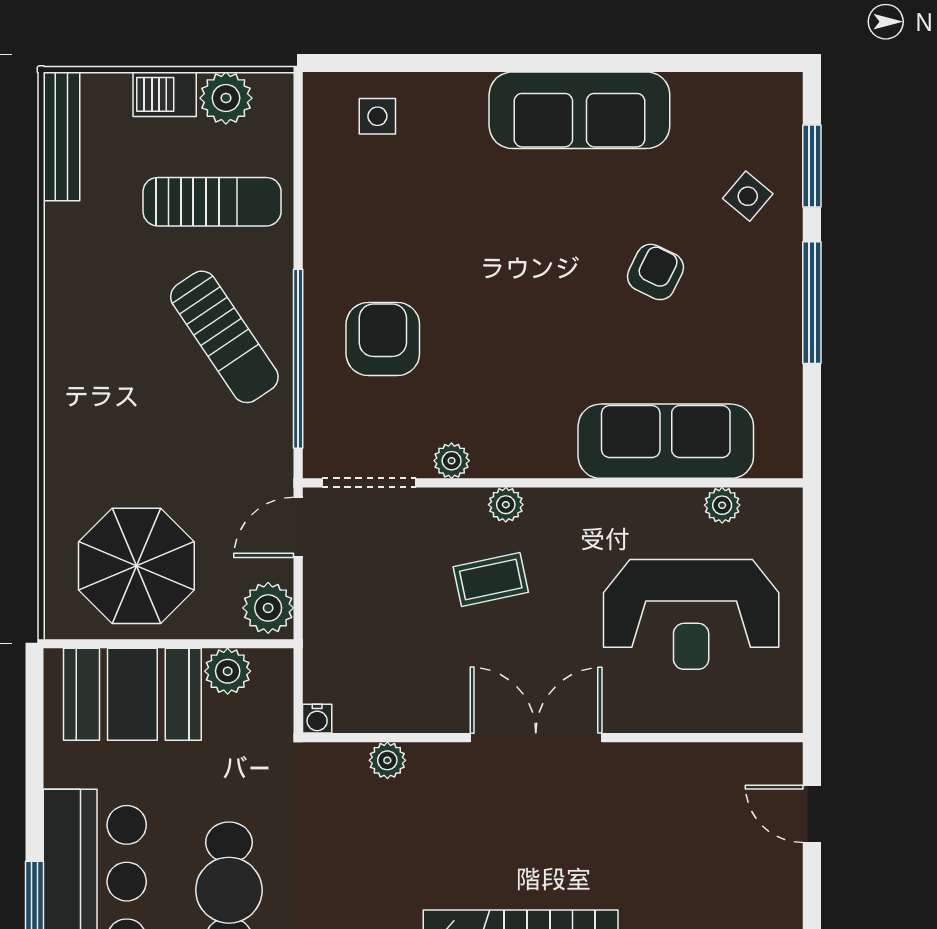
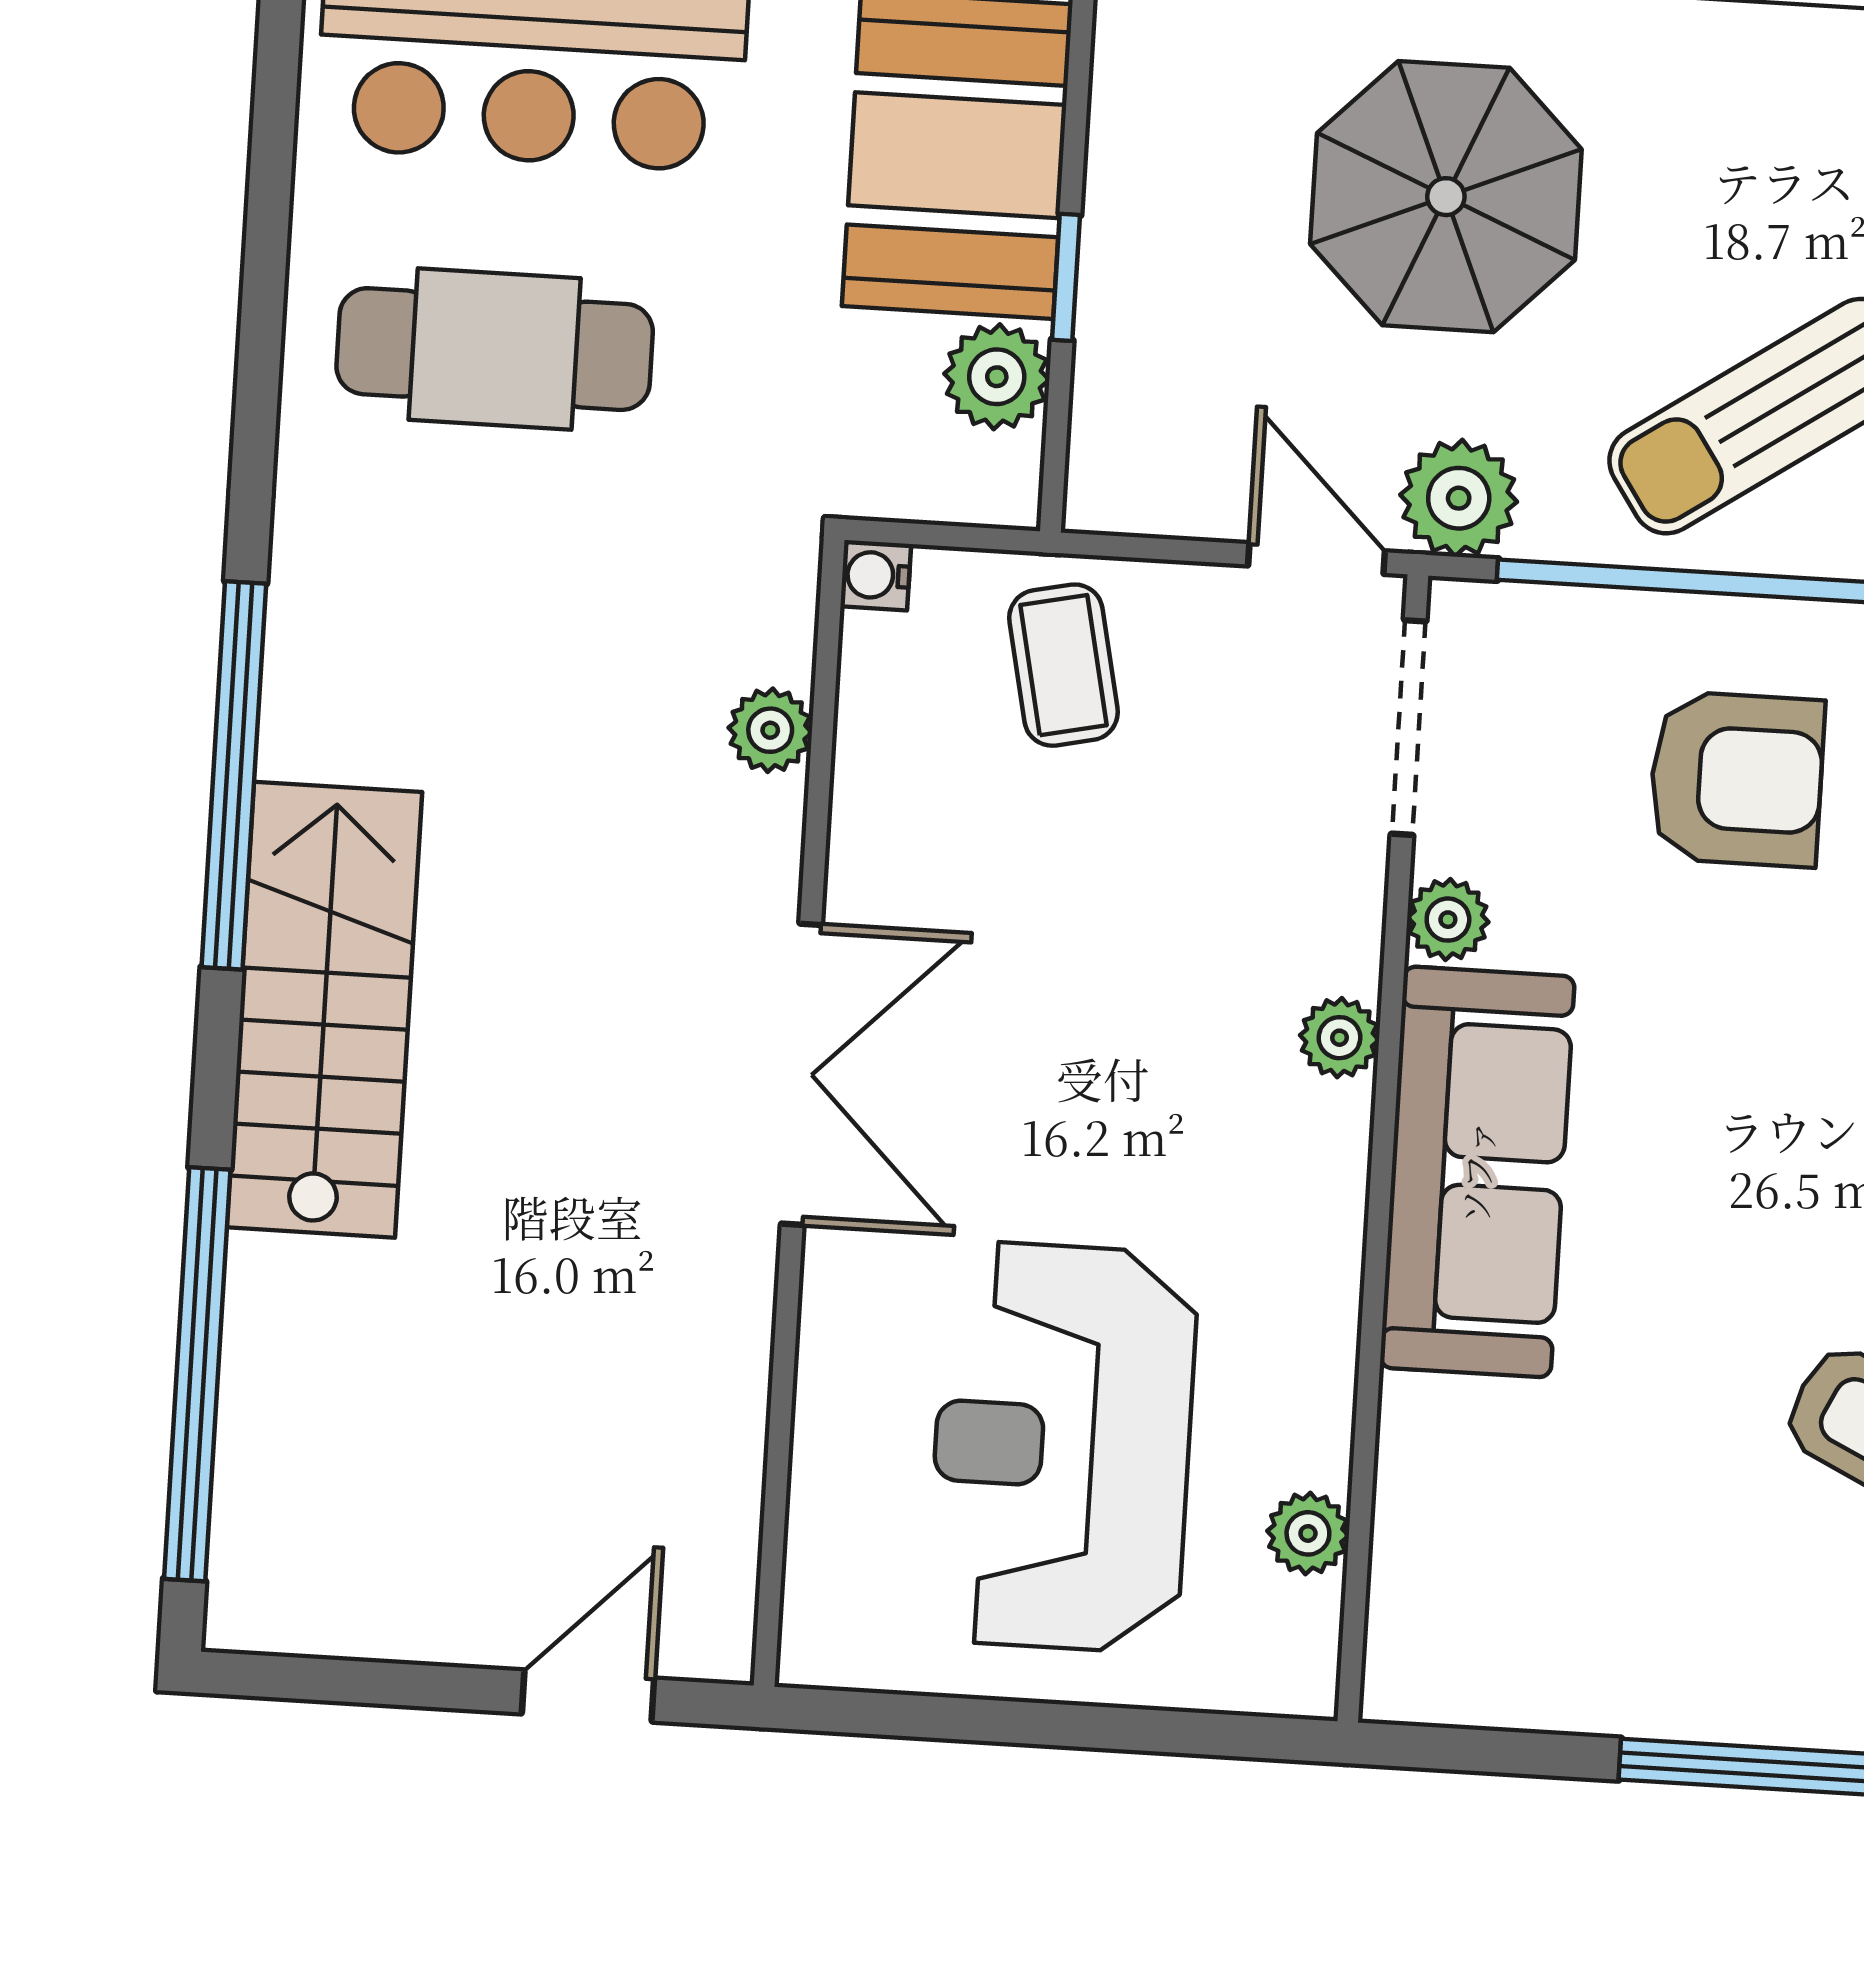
sofa: (666, 441) -> (1477, 1172), moved
parasol: (136, 566) -> (1446, 197), moved
coffee table: (491, 580) -> (1063, 665), moved
plant: (268, 608) -> (1459, 498), moved
window: (183, 644) -> (1066, 277), added

